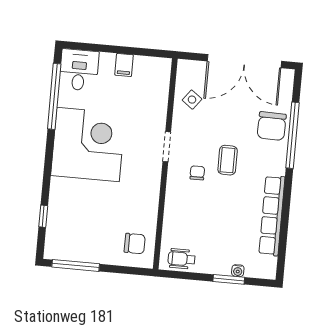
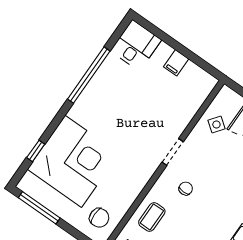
window: (54, 96) -> (89, 75), moved
corner desk: (88, 145) -> (73, 161), moved
coffee table: (228, 160) -> (152, 217), moved

